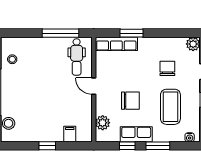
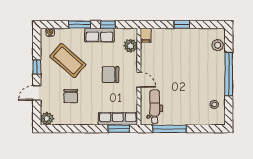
window: (132, 33) -> (119, 129), moved
chair: (130, 101) -> (110, 75), moved
coffee table: (170, 107) -> (68, 61), turned -49
filing cabinet: (70, 134) -> (146, 35), moved

